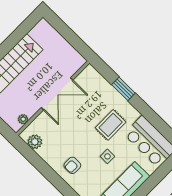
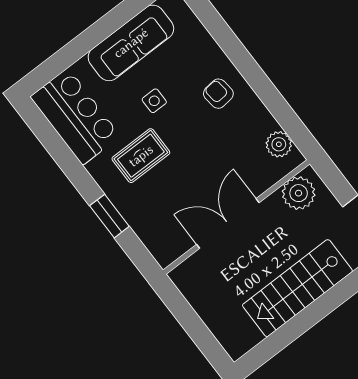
plant: (23, 119) -> (299, 193), width x1.88, depth x1.88
armchair: (72, 165) -> (218, 94), turned -96

